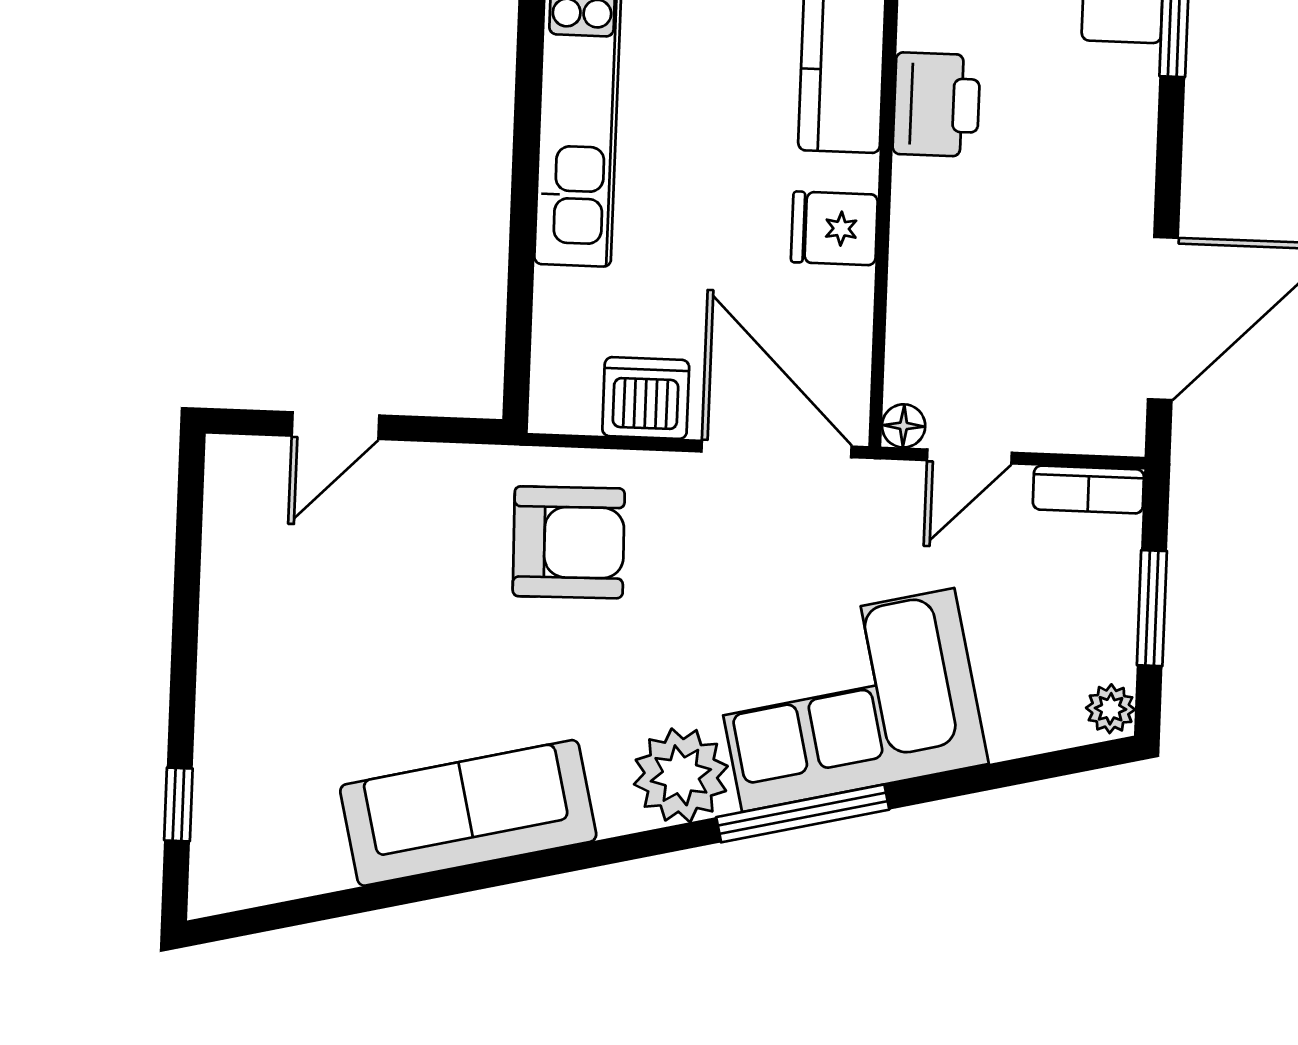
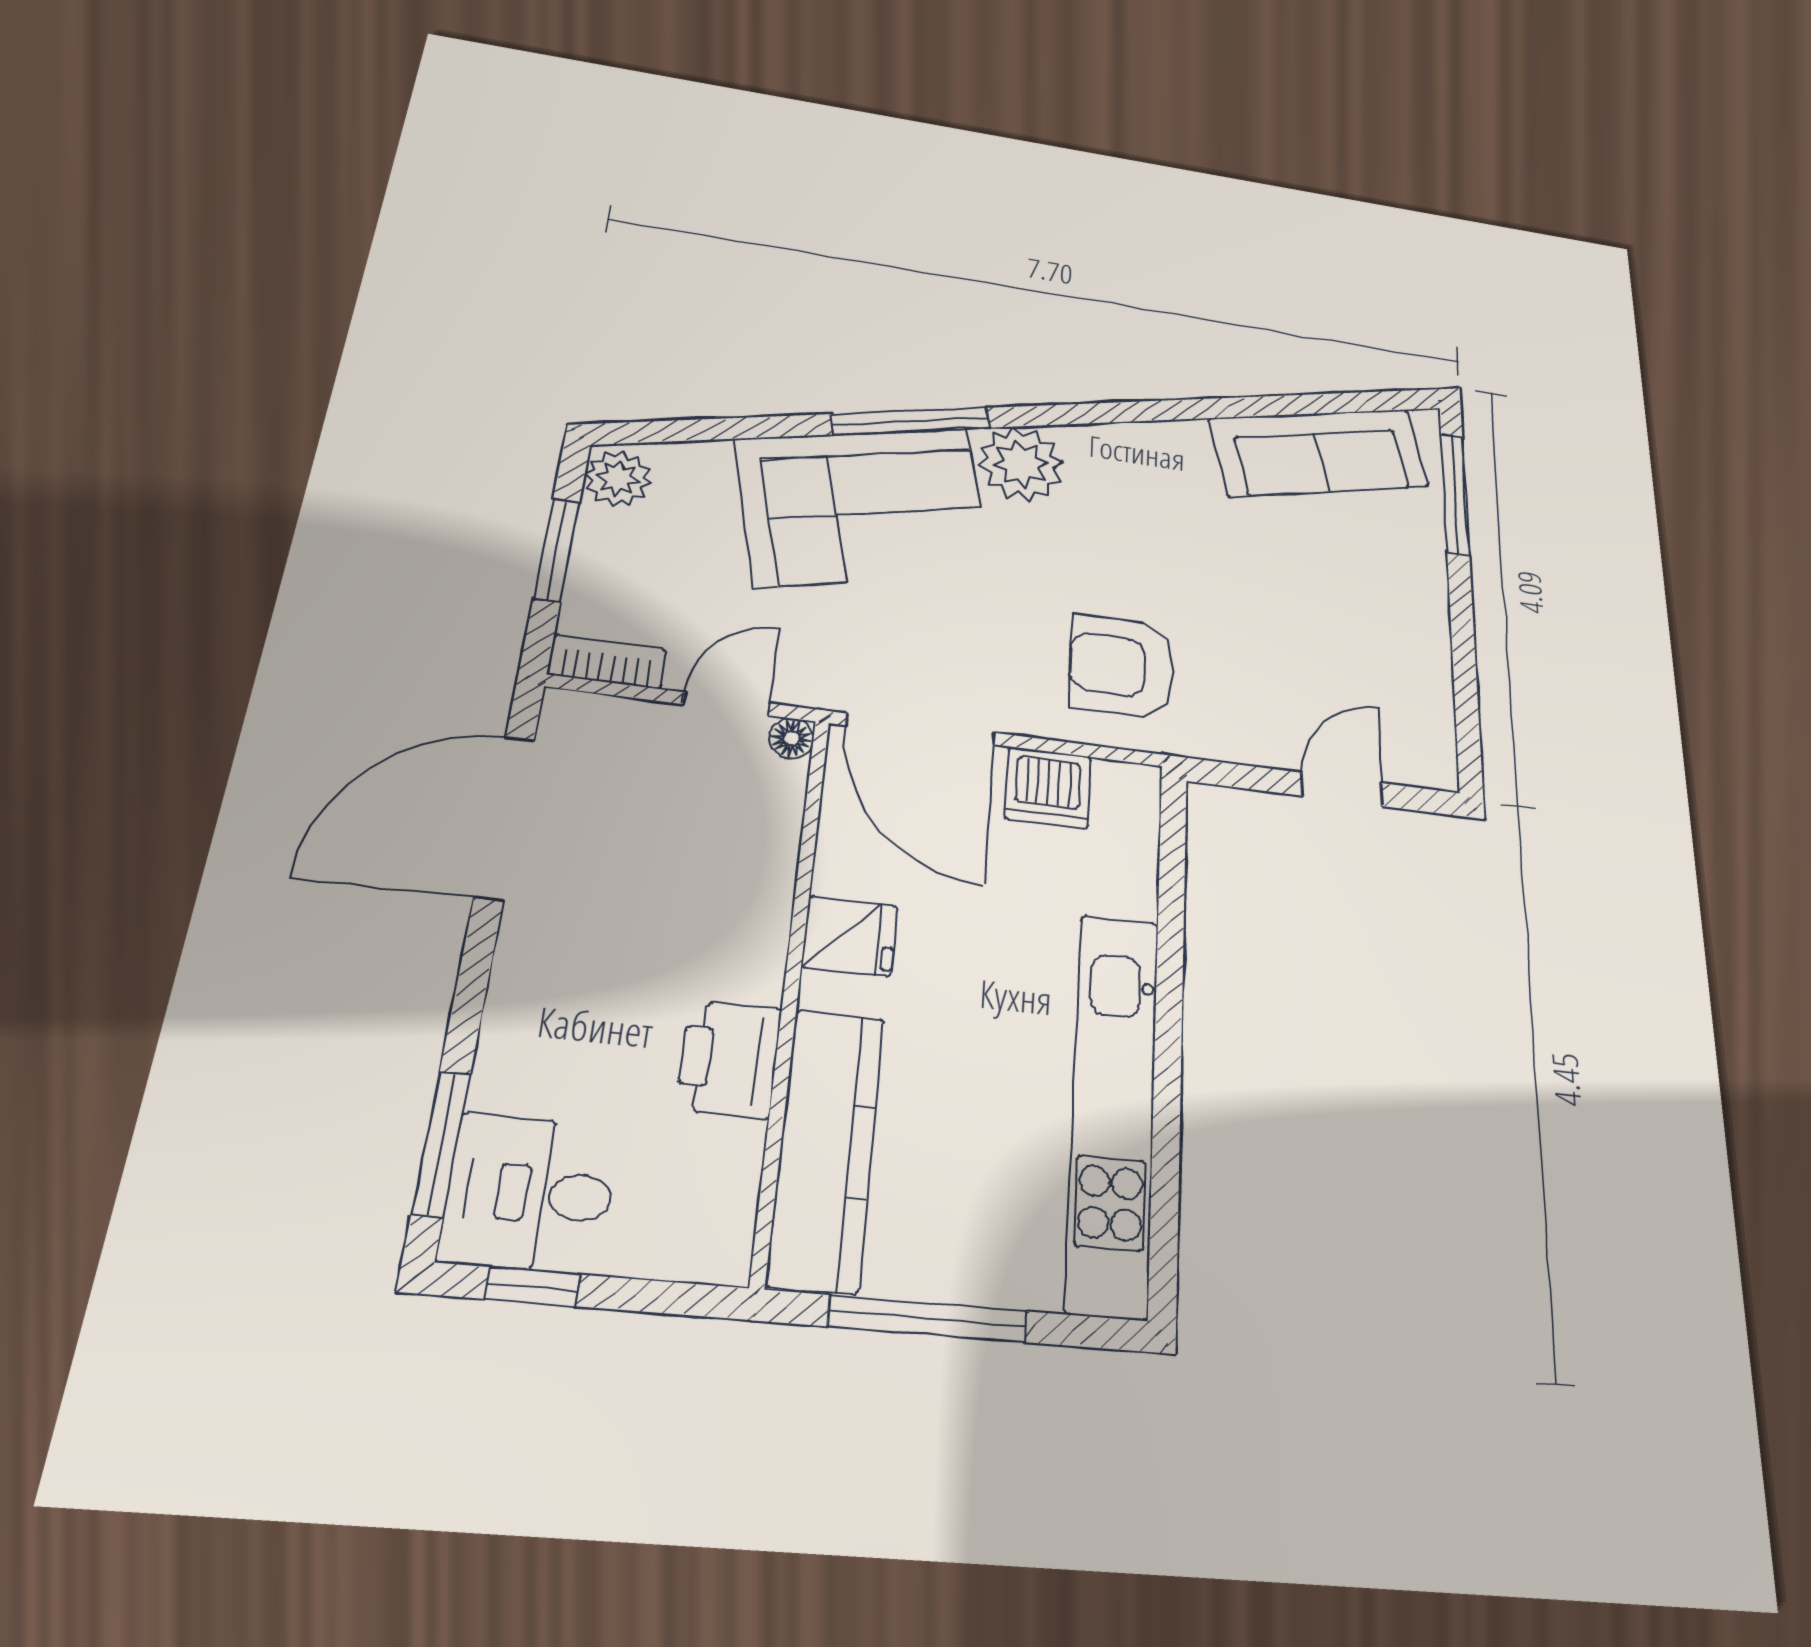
plant: (1111, 709) -> (618, 479), width x1.38, depth x1.38
window: (178, 804) -> (1455, 494), width x2.17
sofa: (468, 813) -> (1319, 452), moved

